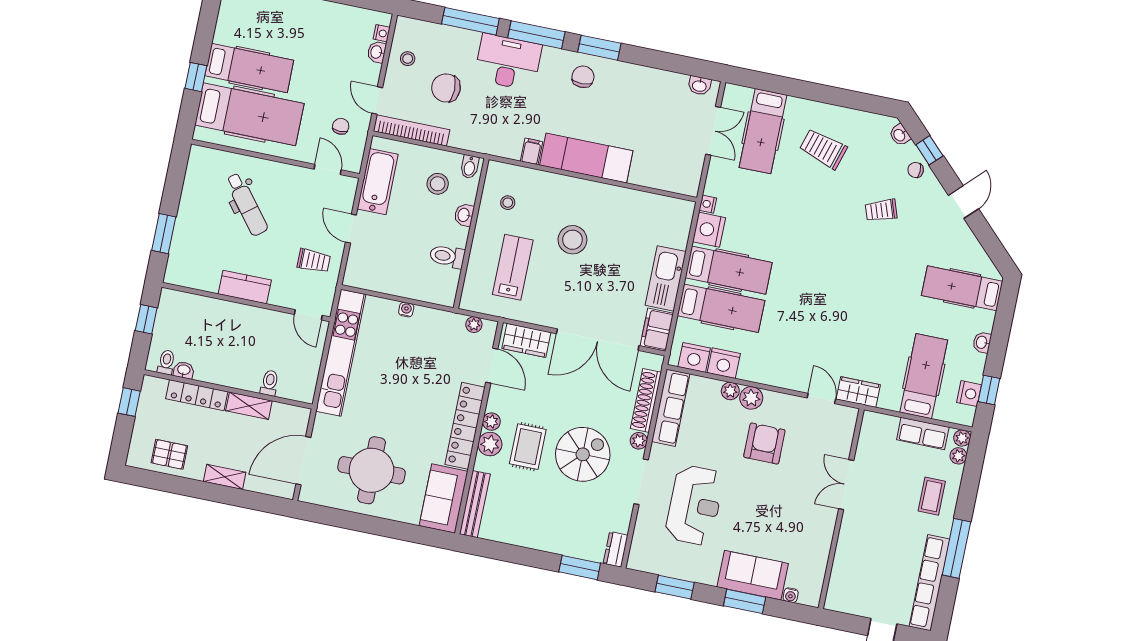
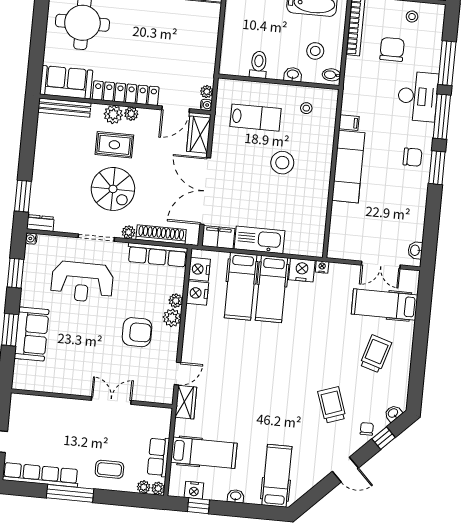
trolley: (881, 210) -> (332, 405), width x1.36, depth x1.39
water cooler: (406, 310) -> (206, 105), moved
water cooler: (791, 595) -> (31, 239), moved

